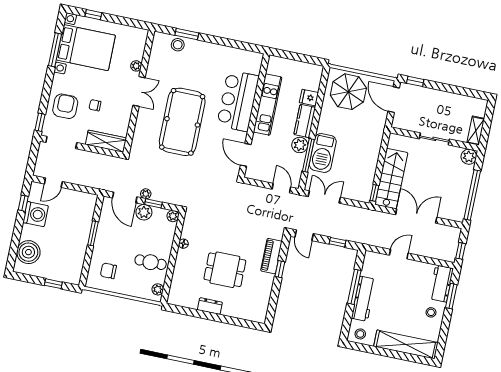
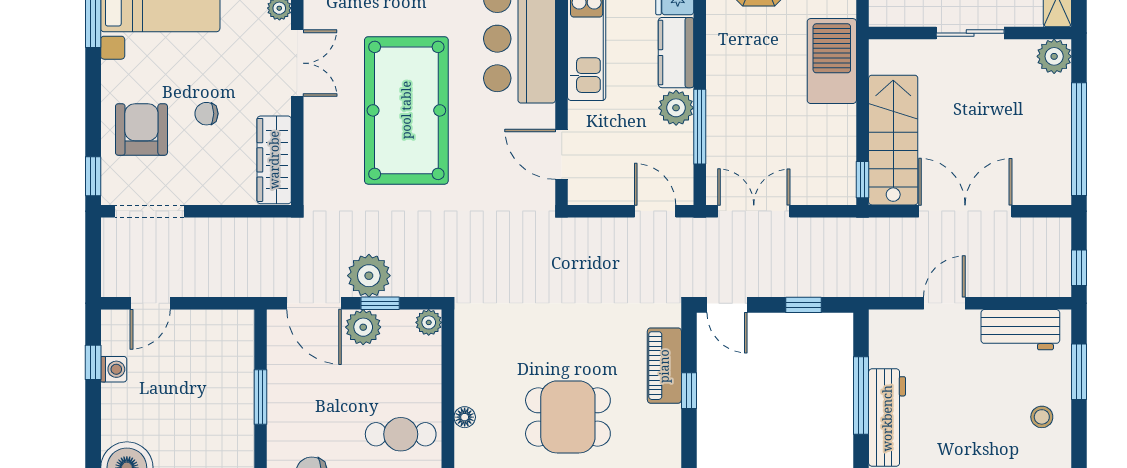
wardrobe: (106, 141) -> (274, 160), moved, turned -90
barbecue: (323, 153) -> (832, 61), moved, turned 180
plant: (146, 194) -> (369, 276), width x1.88, depth x1.88
washing machine: (36, 214) -> (114, 369), width x0.53, depth x0.53
floor lamp: (183, 244) -> (465, 417), moved
workbench: (441, 284) -> (1020, 330), moved, turned -90

